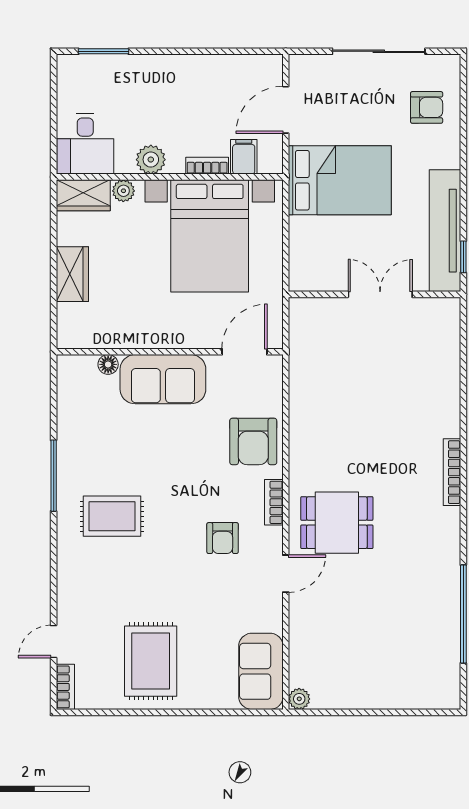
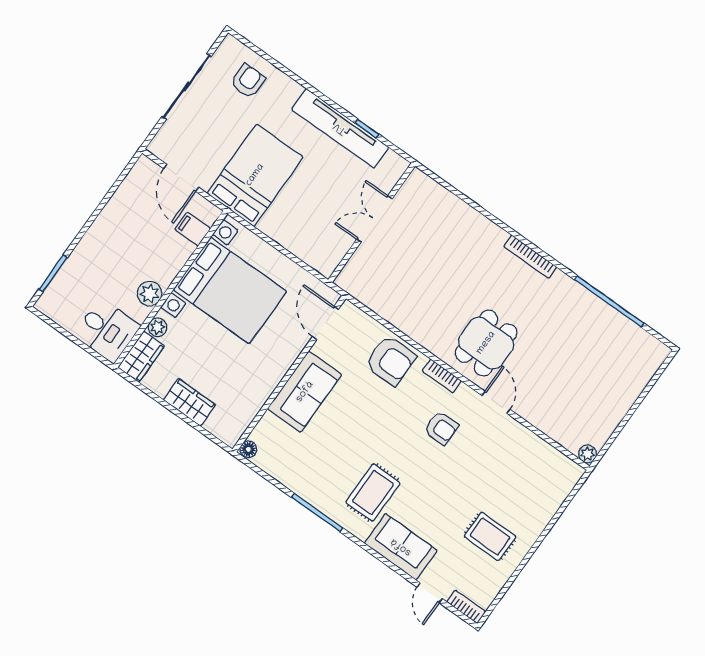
bookcase: (207, 166) -> (181, 258), removed
wall: (375, 294) -> (372, 223), moved
double door: (380, 294) -> (374, 219), moved
floor lamp: (108, 364) -> (248, 449), moved
bookcase: (452, 472) -> (530, 257), moved
rug: (151, 661) -> (490, 536), width x0.73, depth x0.70
sofa: (261, 671) -> (401, 547), moved, turned 180

